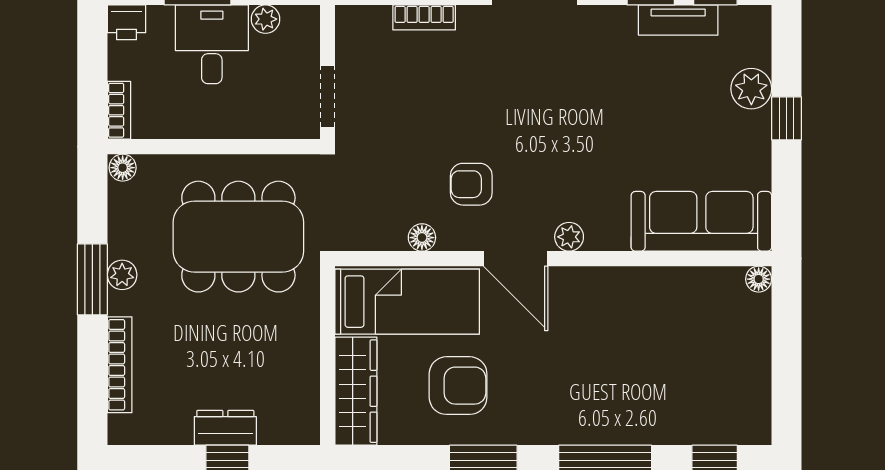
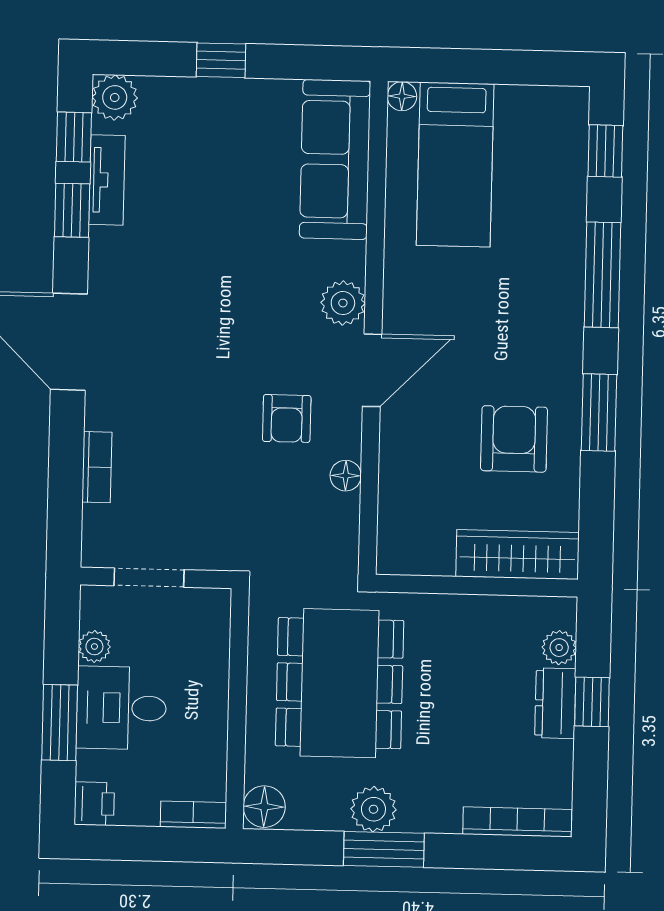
plant: (751, 89) -> (115, 97), moved
doorway: (328, 96) -> (149, 578), moved
floor lamp: (123, 168) -> (264, 807), width x1.37, depth x1.37
plant: (569, 237) -> (343, 303), width x1.38, depth x1.38
plant: (122, 275) -> (373, 809), width x1.38, depth x1.38
bed: (407, 302) -> (455, 165), moved, turned 180
bookcase: (120, 365) -> (517, 822), moved
plant: (275, 430) -> (559, 648), added

